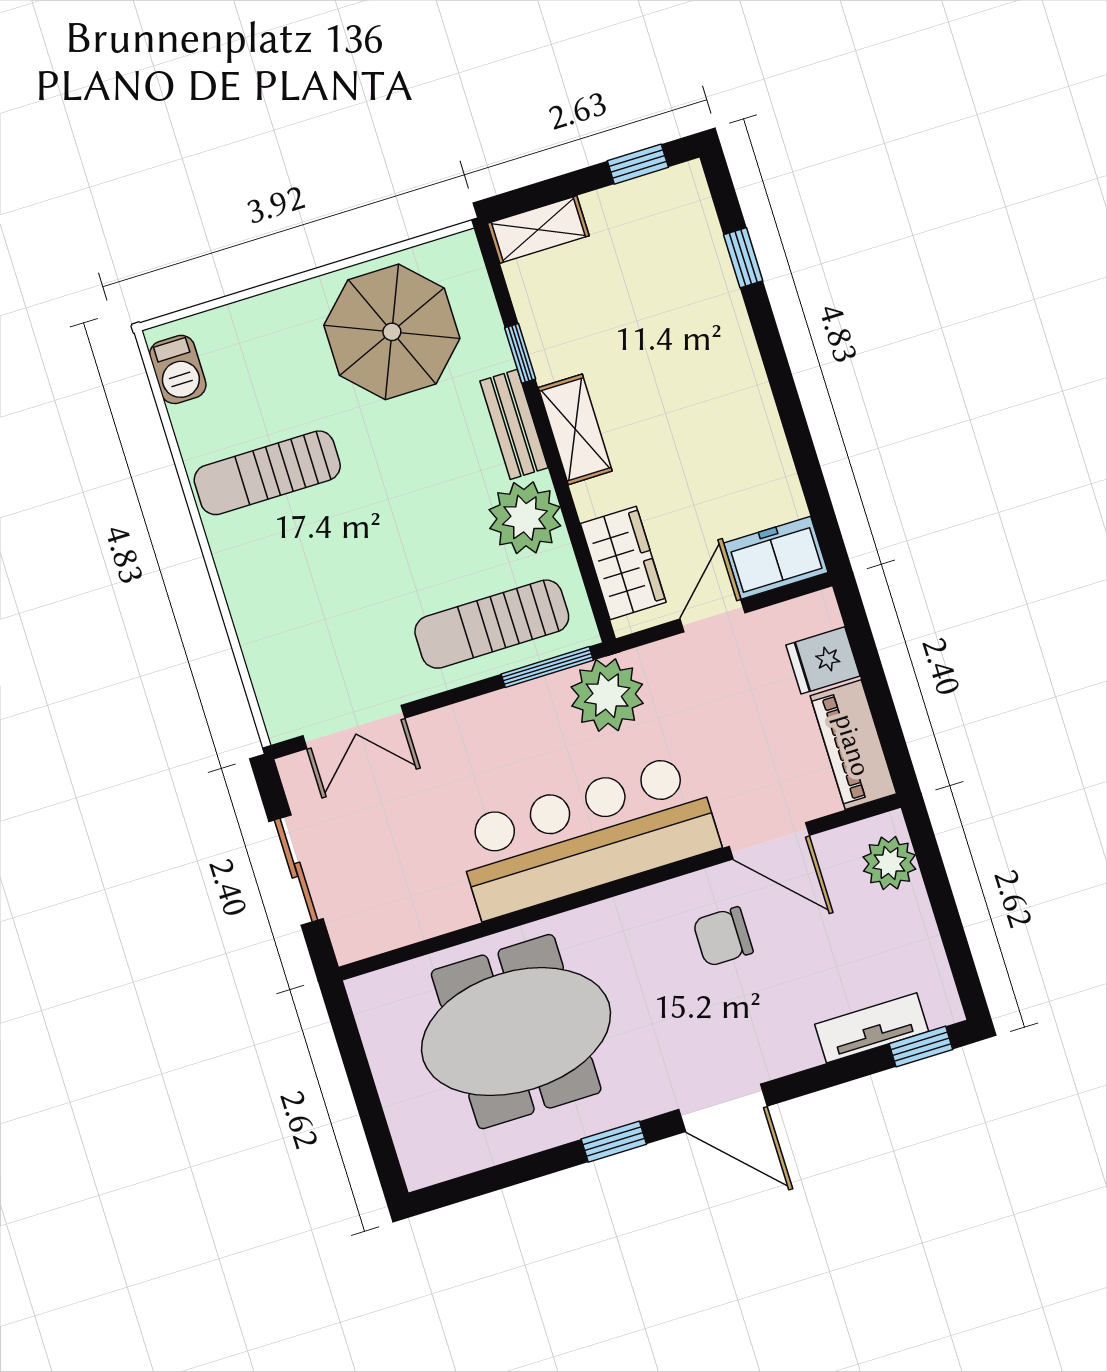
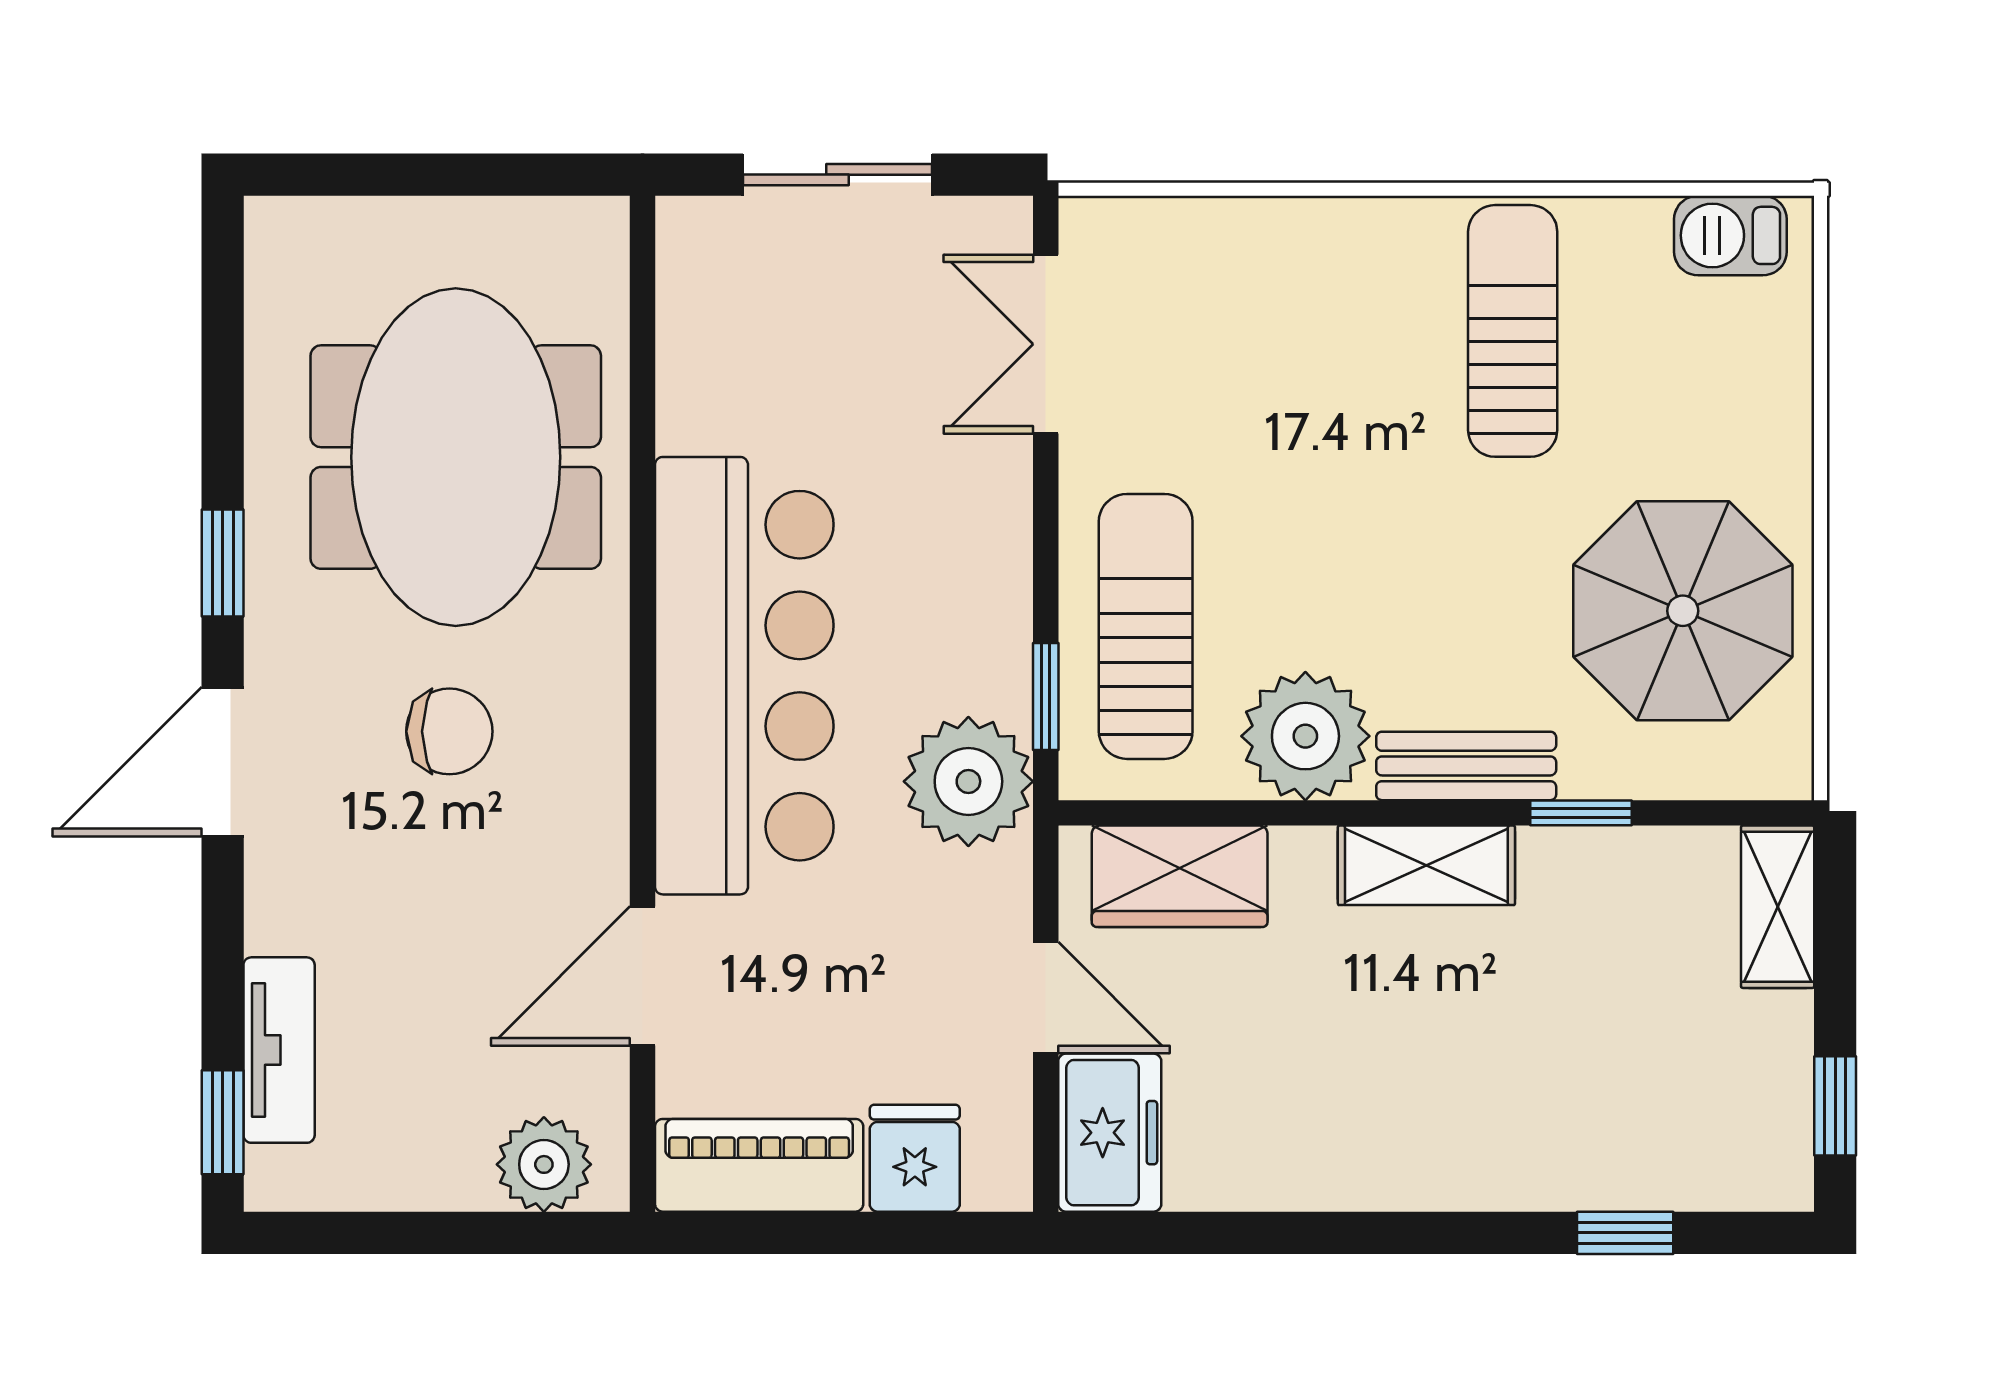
window: (547, 667) -> (1046, 697), width x0.67
chair: (723, 937) -> (449, 731), moved, turned 90

